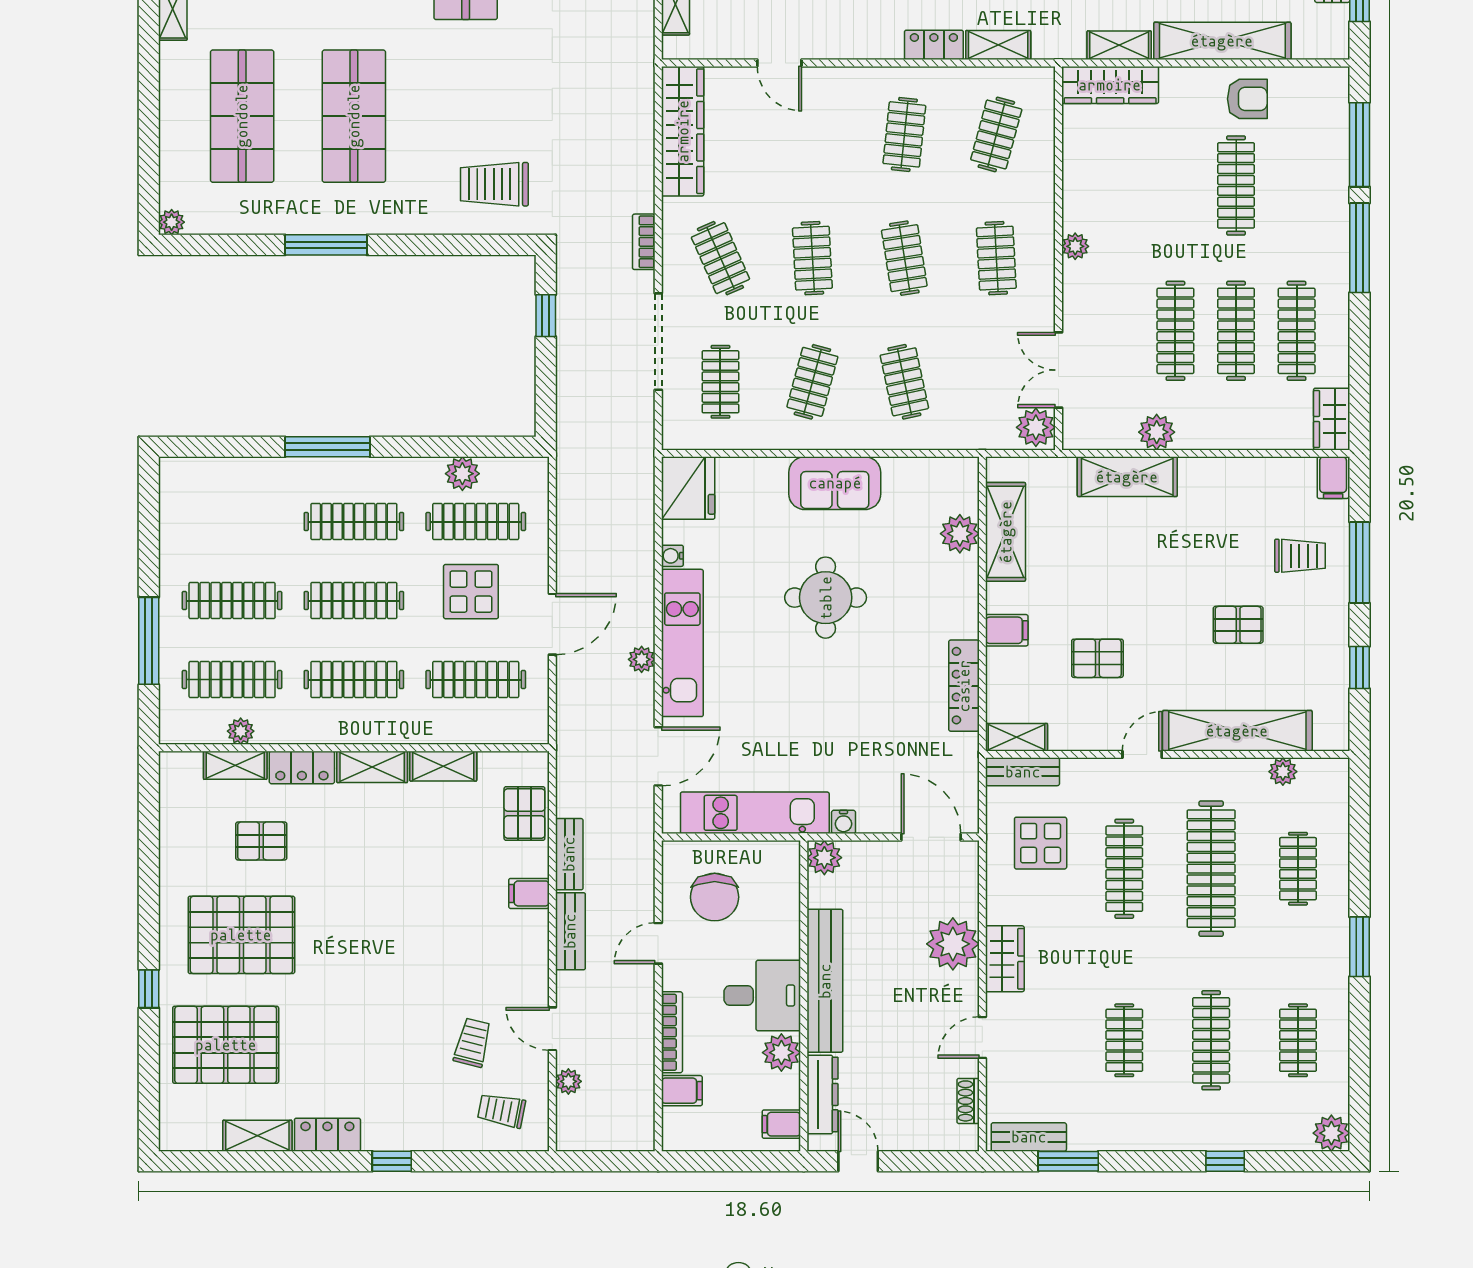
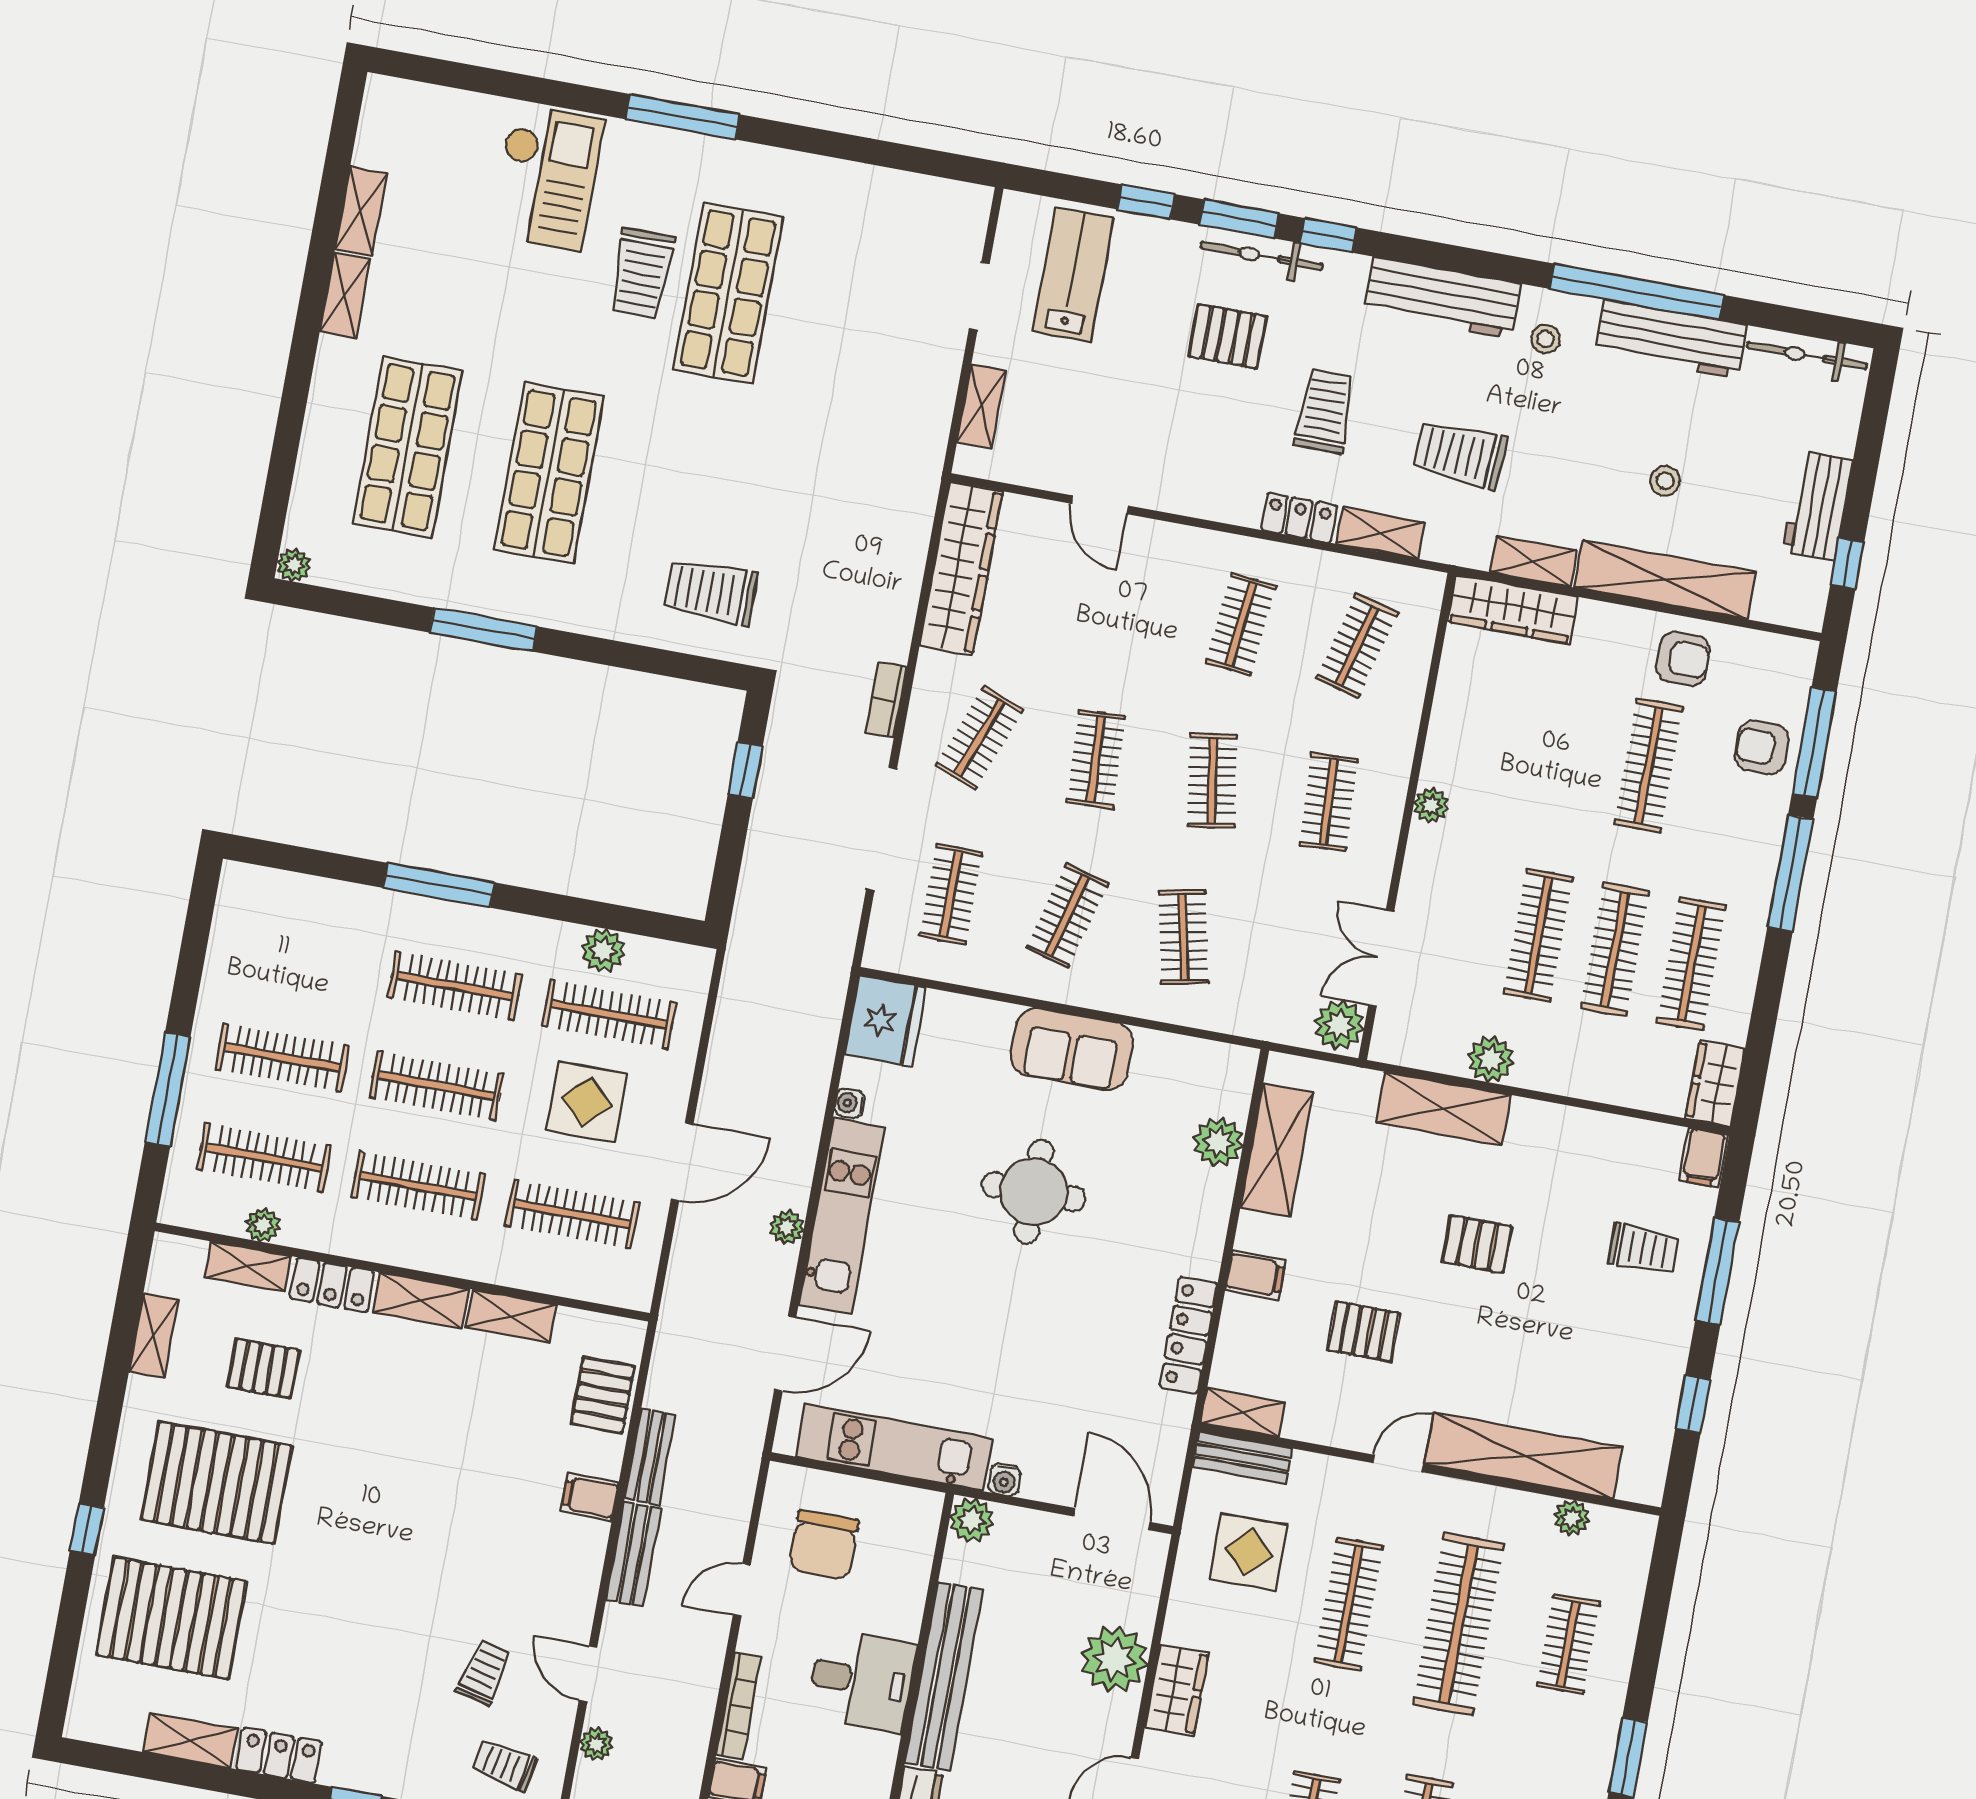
armchair: (1320, 156) -> (1762, 747), added
clothes rail: (720, 258) -> (980, 738), turned 45
pallet: (1238, 625) -> (1477, 1244), moved
shelving: (173, 831) -> (154, 1336), added
plant: (781, 1053) -> (872, 1757), removed

